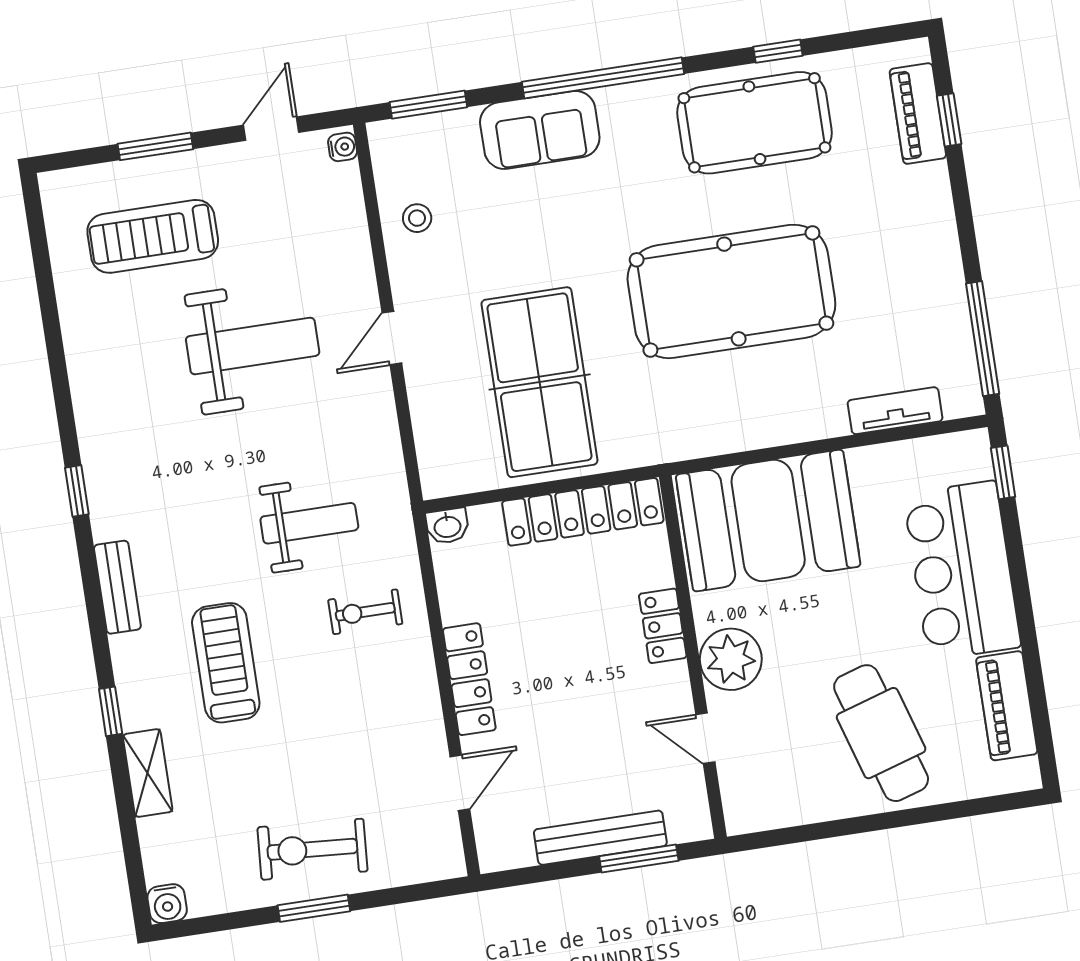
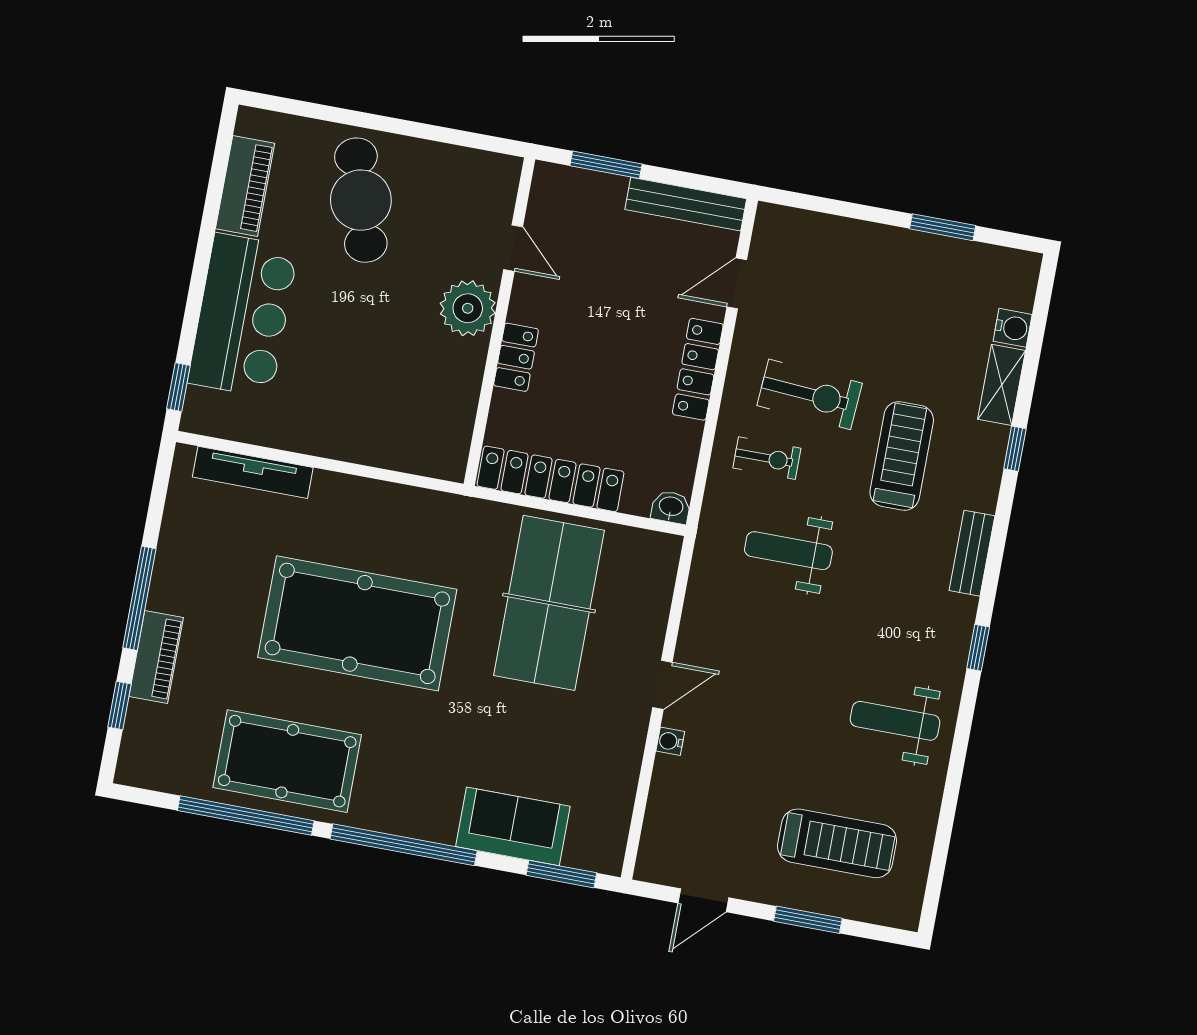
window: (778, 51) -> (246, 816), width x3.17
piano: (918, 114) -> (156, 657), moved
sofa: (540, 130) -> (513, 826), moved
water cooler: (343, 147) -> (670, 741), moved
stool: (417, 218) -> (605, 780), removed
window: (983, 339) -> (139, 598), moved
weight bench: (253, 346) -> (895, 721), moved, width x0.73, depth x0.75
tv unit: (895, 411) -> (253, 472), width x1.41
booth: (768, 521) -> (394, 416), removed
treadmill: (226, 663) -> (902, 456), turned 180
bench: (600, 838) -> (686, 204), moved
exercise bike: (312, 849) -> (810, 394), moved
water cooler: (167, 904) -> (1013, 328), moved, turned 90
window: (314, 908) -> (943, 227), moved

